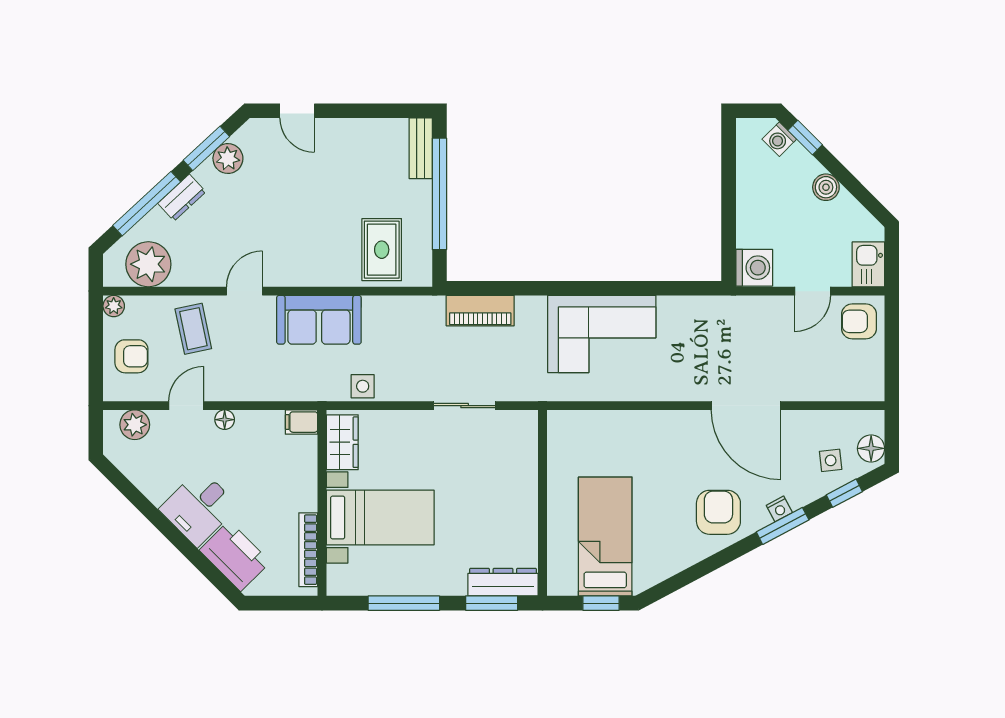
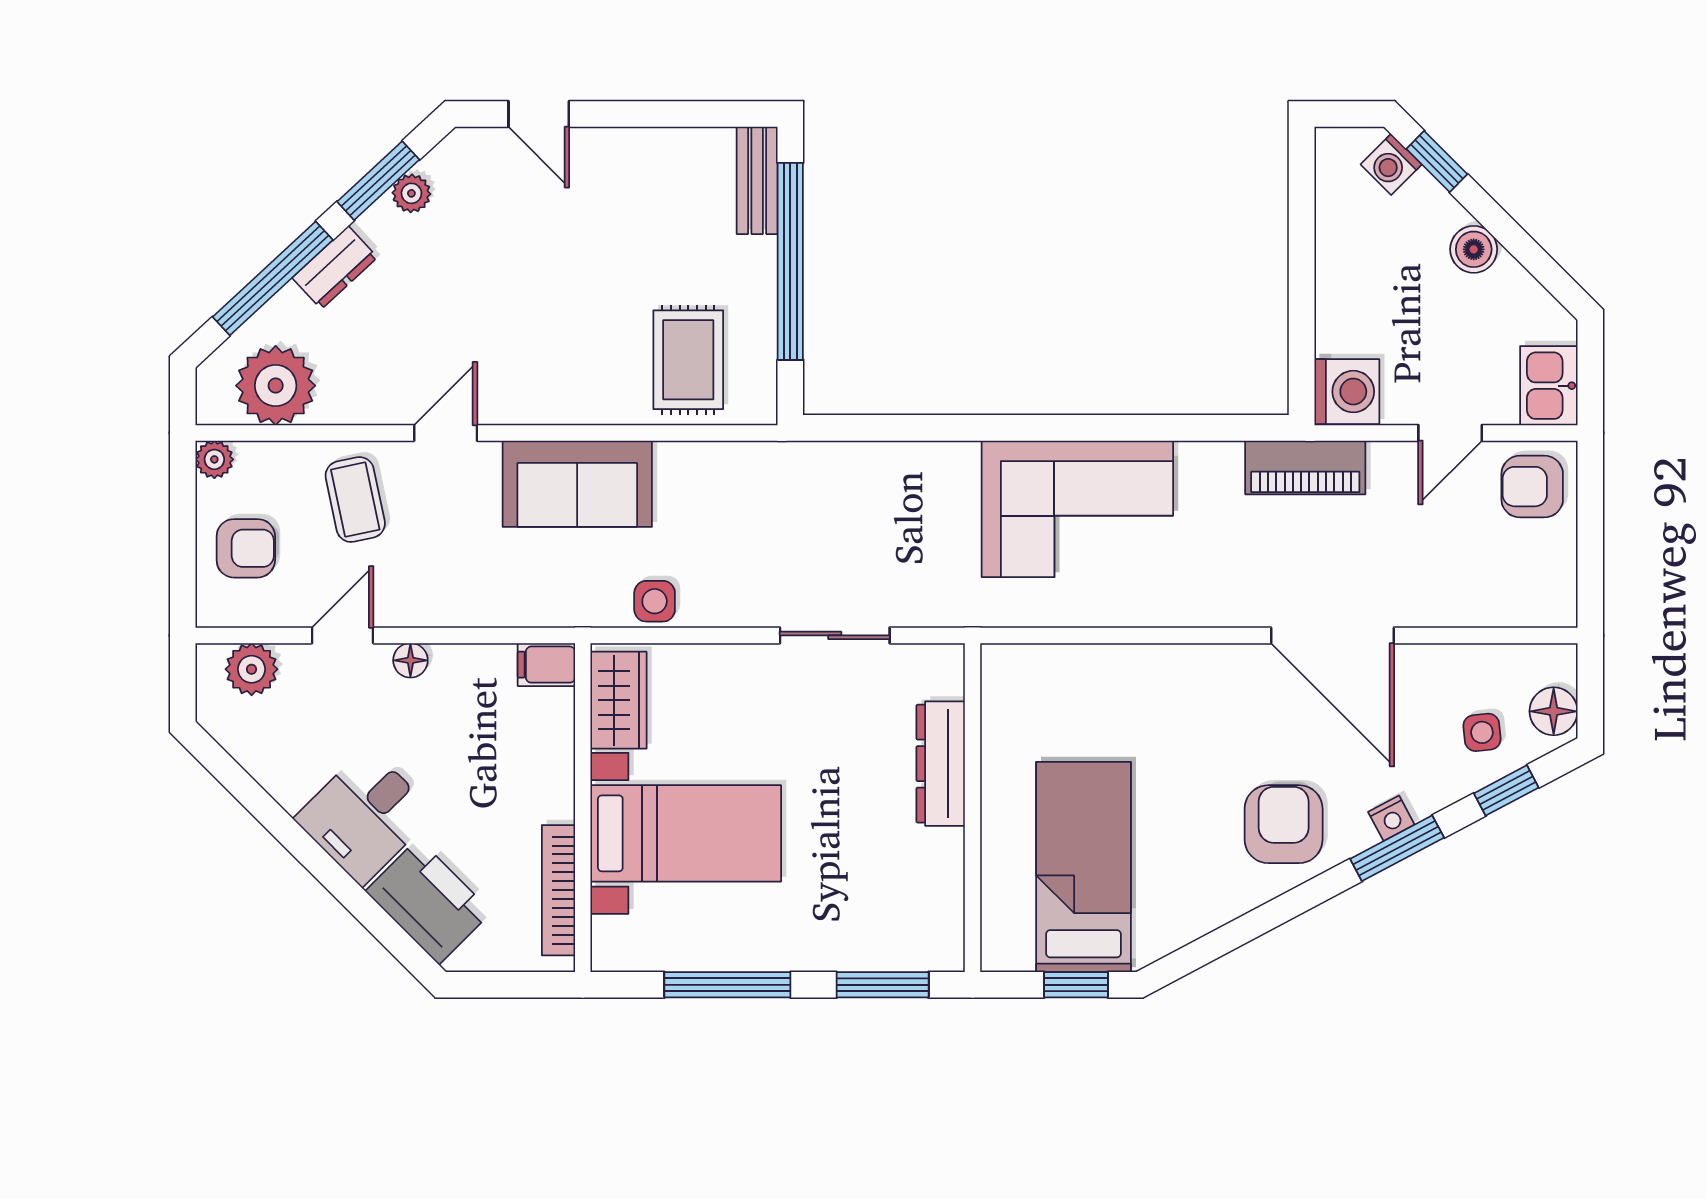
plant: (228, 159) -> (411, 193), width x0.73, depth x0.73
piano: (480, 311) -> (1305, 467), moved
dresser: (503, 582) -> (941, 764), moved, turned -90

